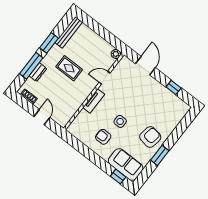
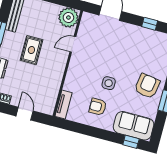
plant: (116, 54) -> (68, 17), width x1.87, depth x1.87
rug: (69, 68) -> (31, 50), turned 90
tv unit: (94, 101) -> (64, 105), moved

